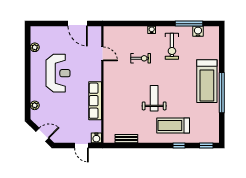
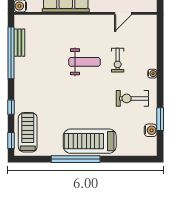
window: (189, 24) -> (160, 119), width x0.69
weight bench: (154, 98) -> (85, 62), moved
treadmill: (173, 126) -> (28, 132), moved
window: (135, 145) -> (11, 53), added

